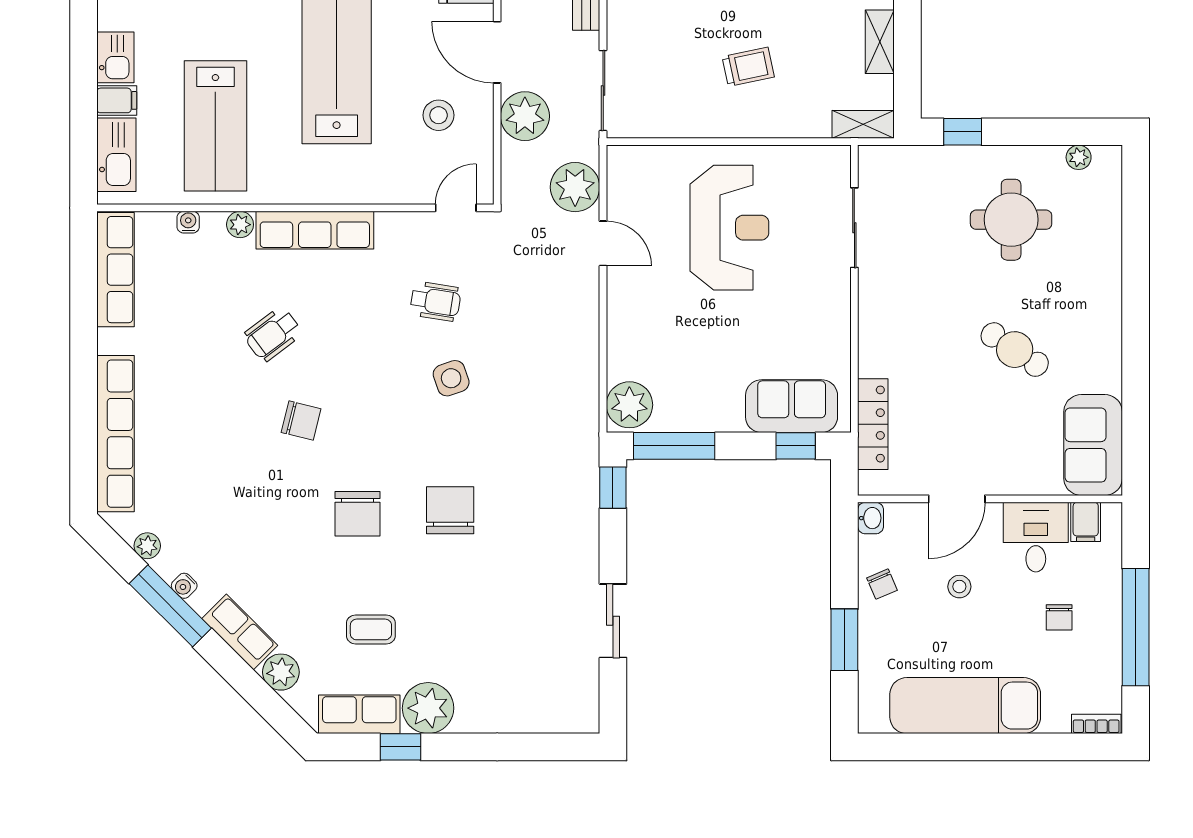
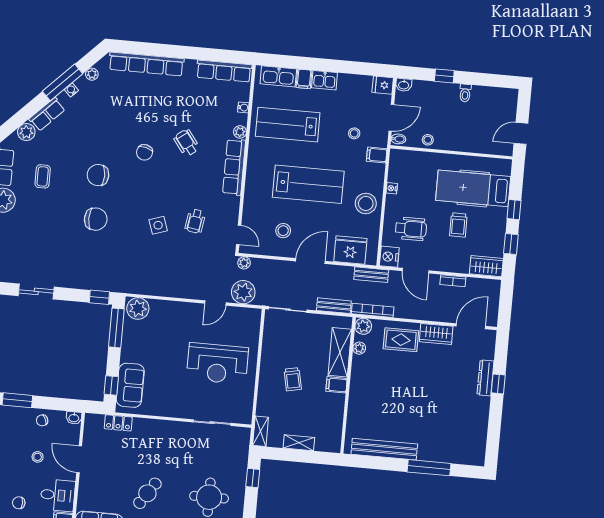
plant: (525, 116) -> (244, 263), moved, width x0.53, depth x0.53
locker: (873, 424) -> (118, 423), width x0.66

